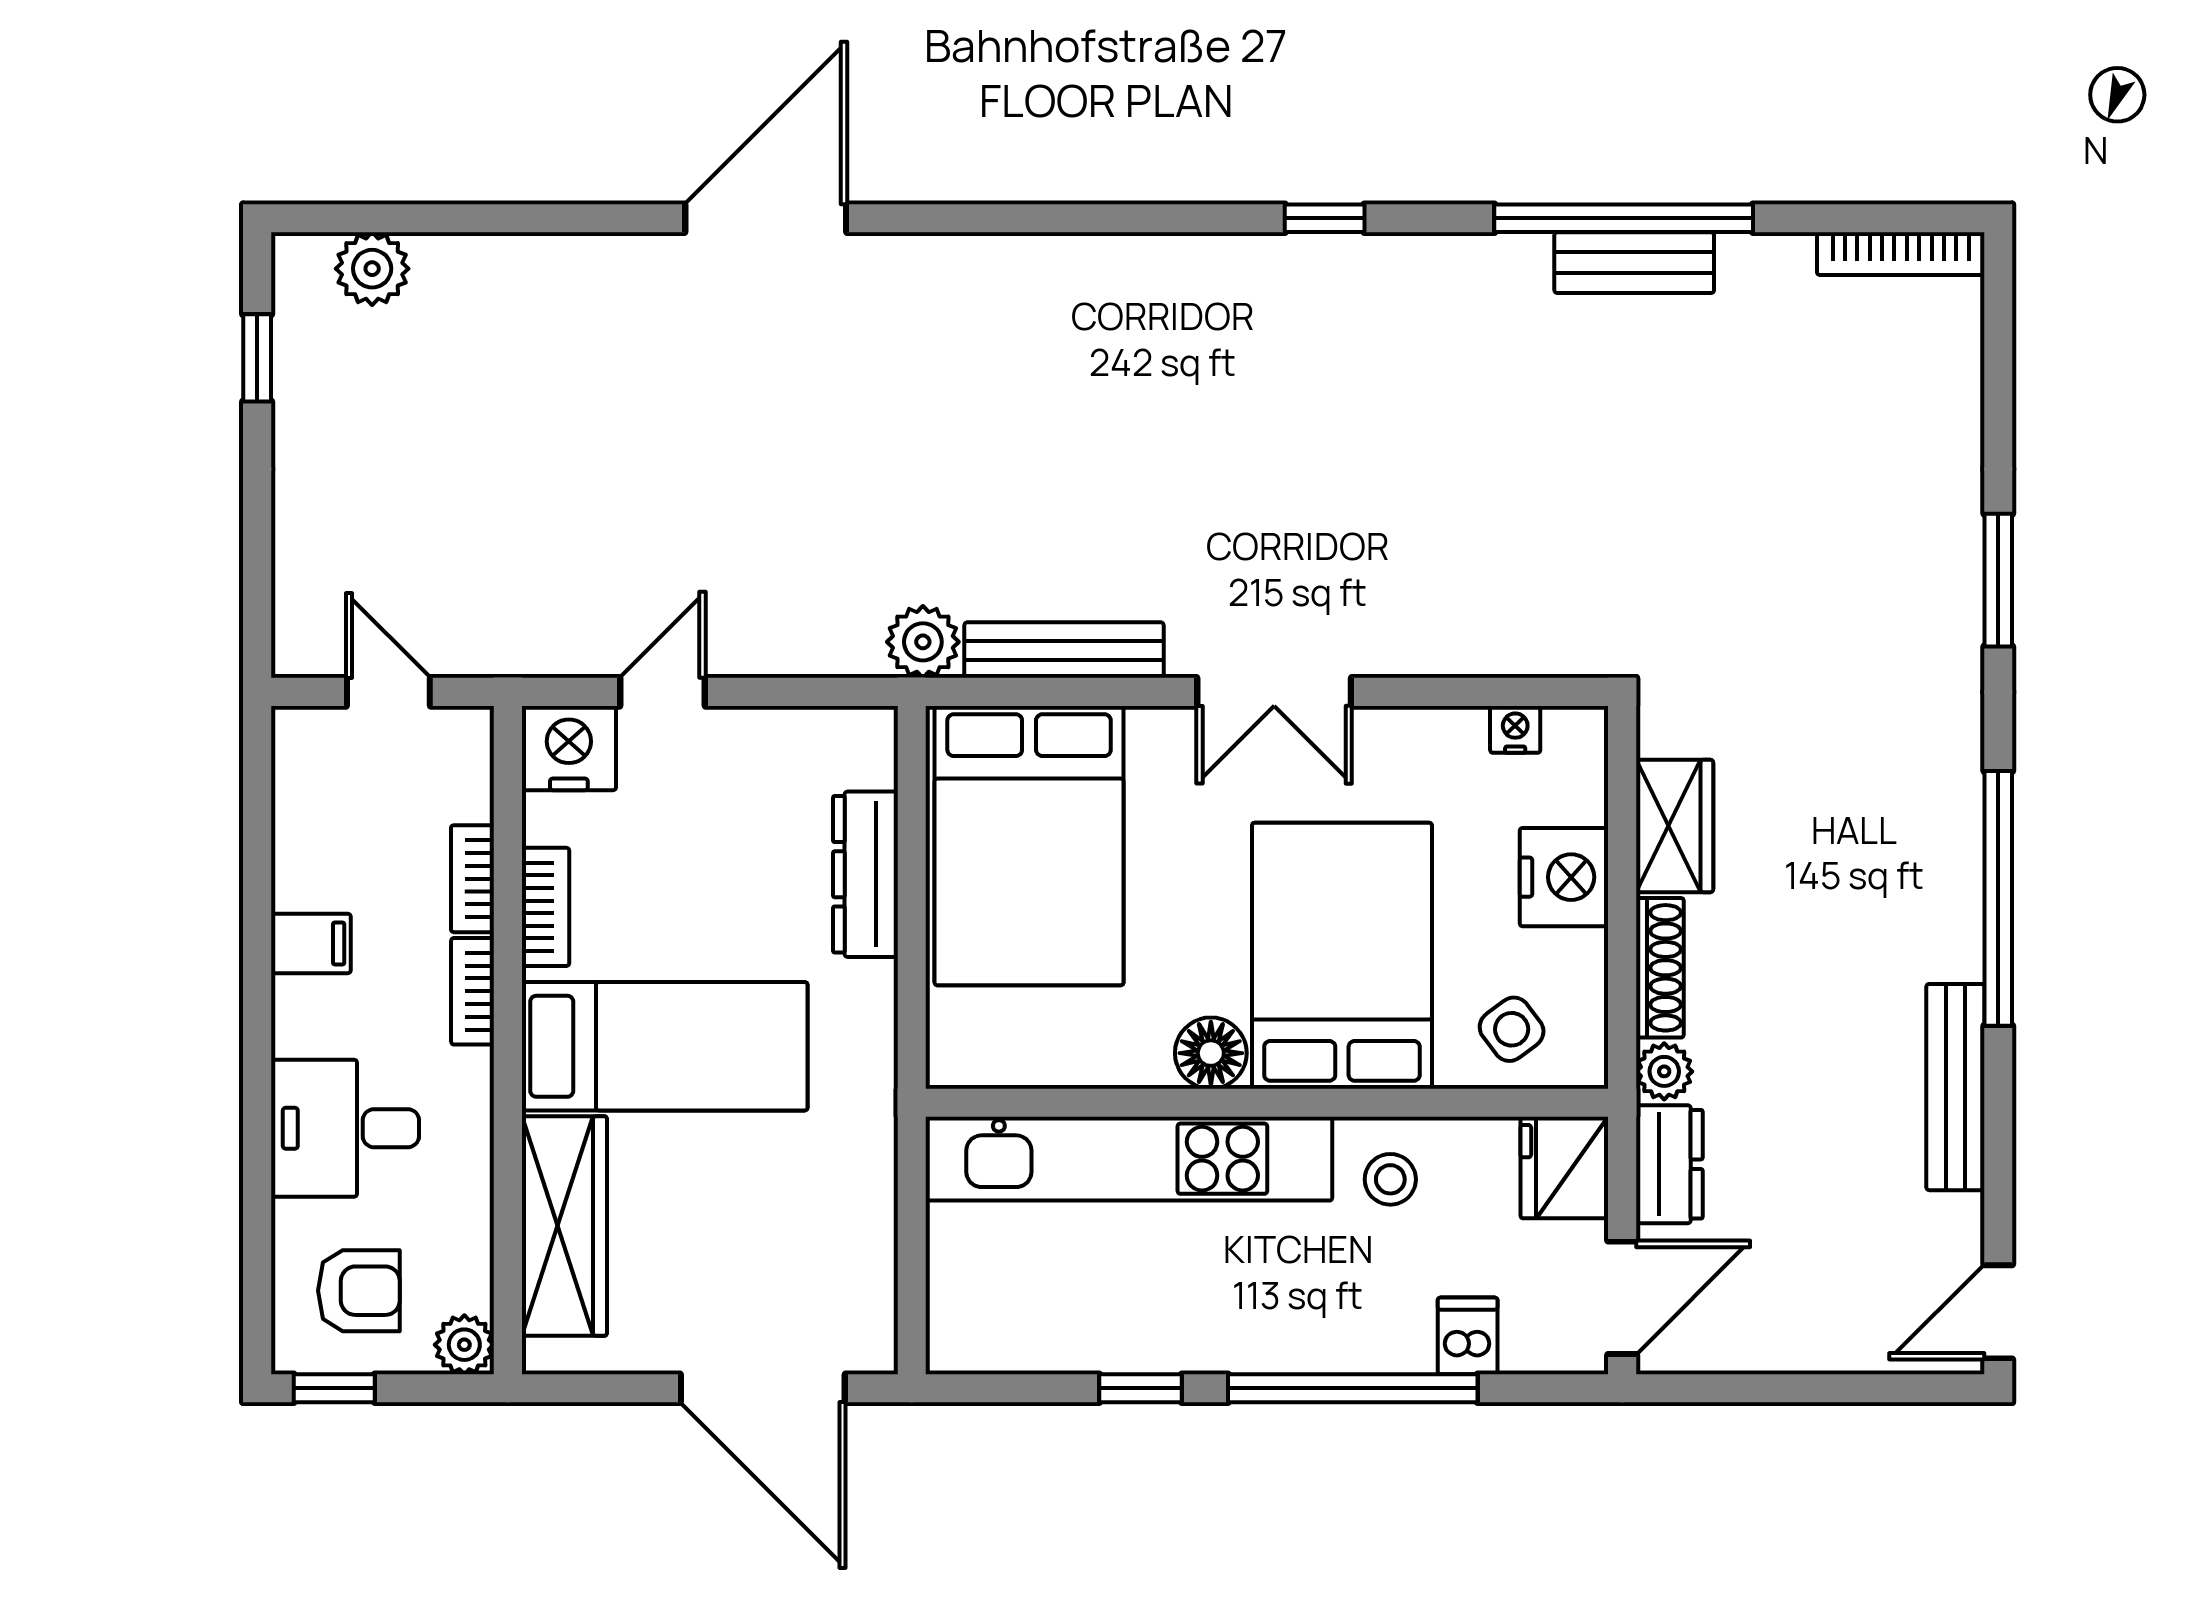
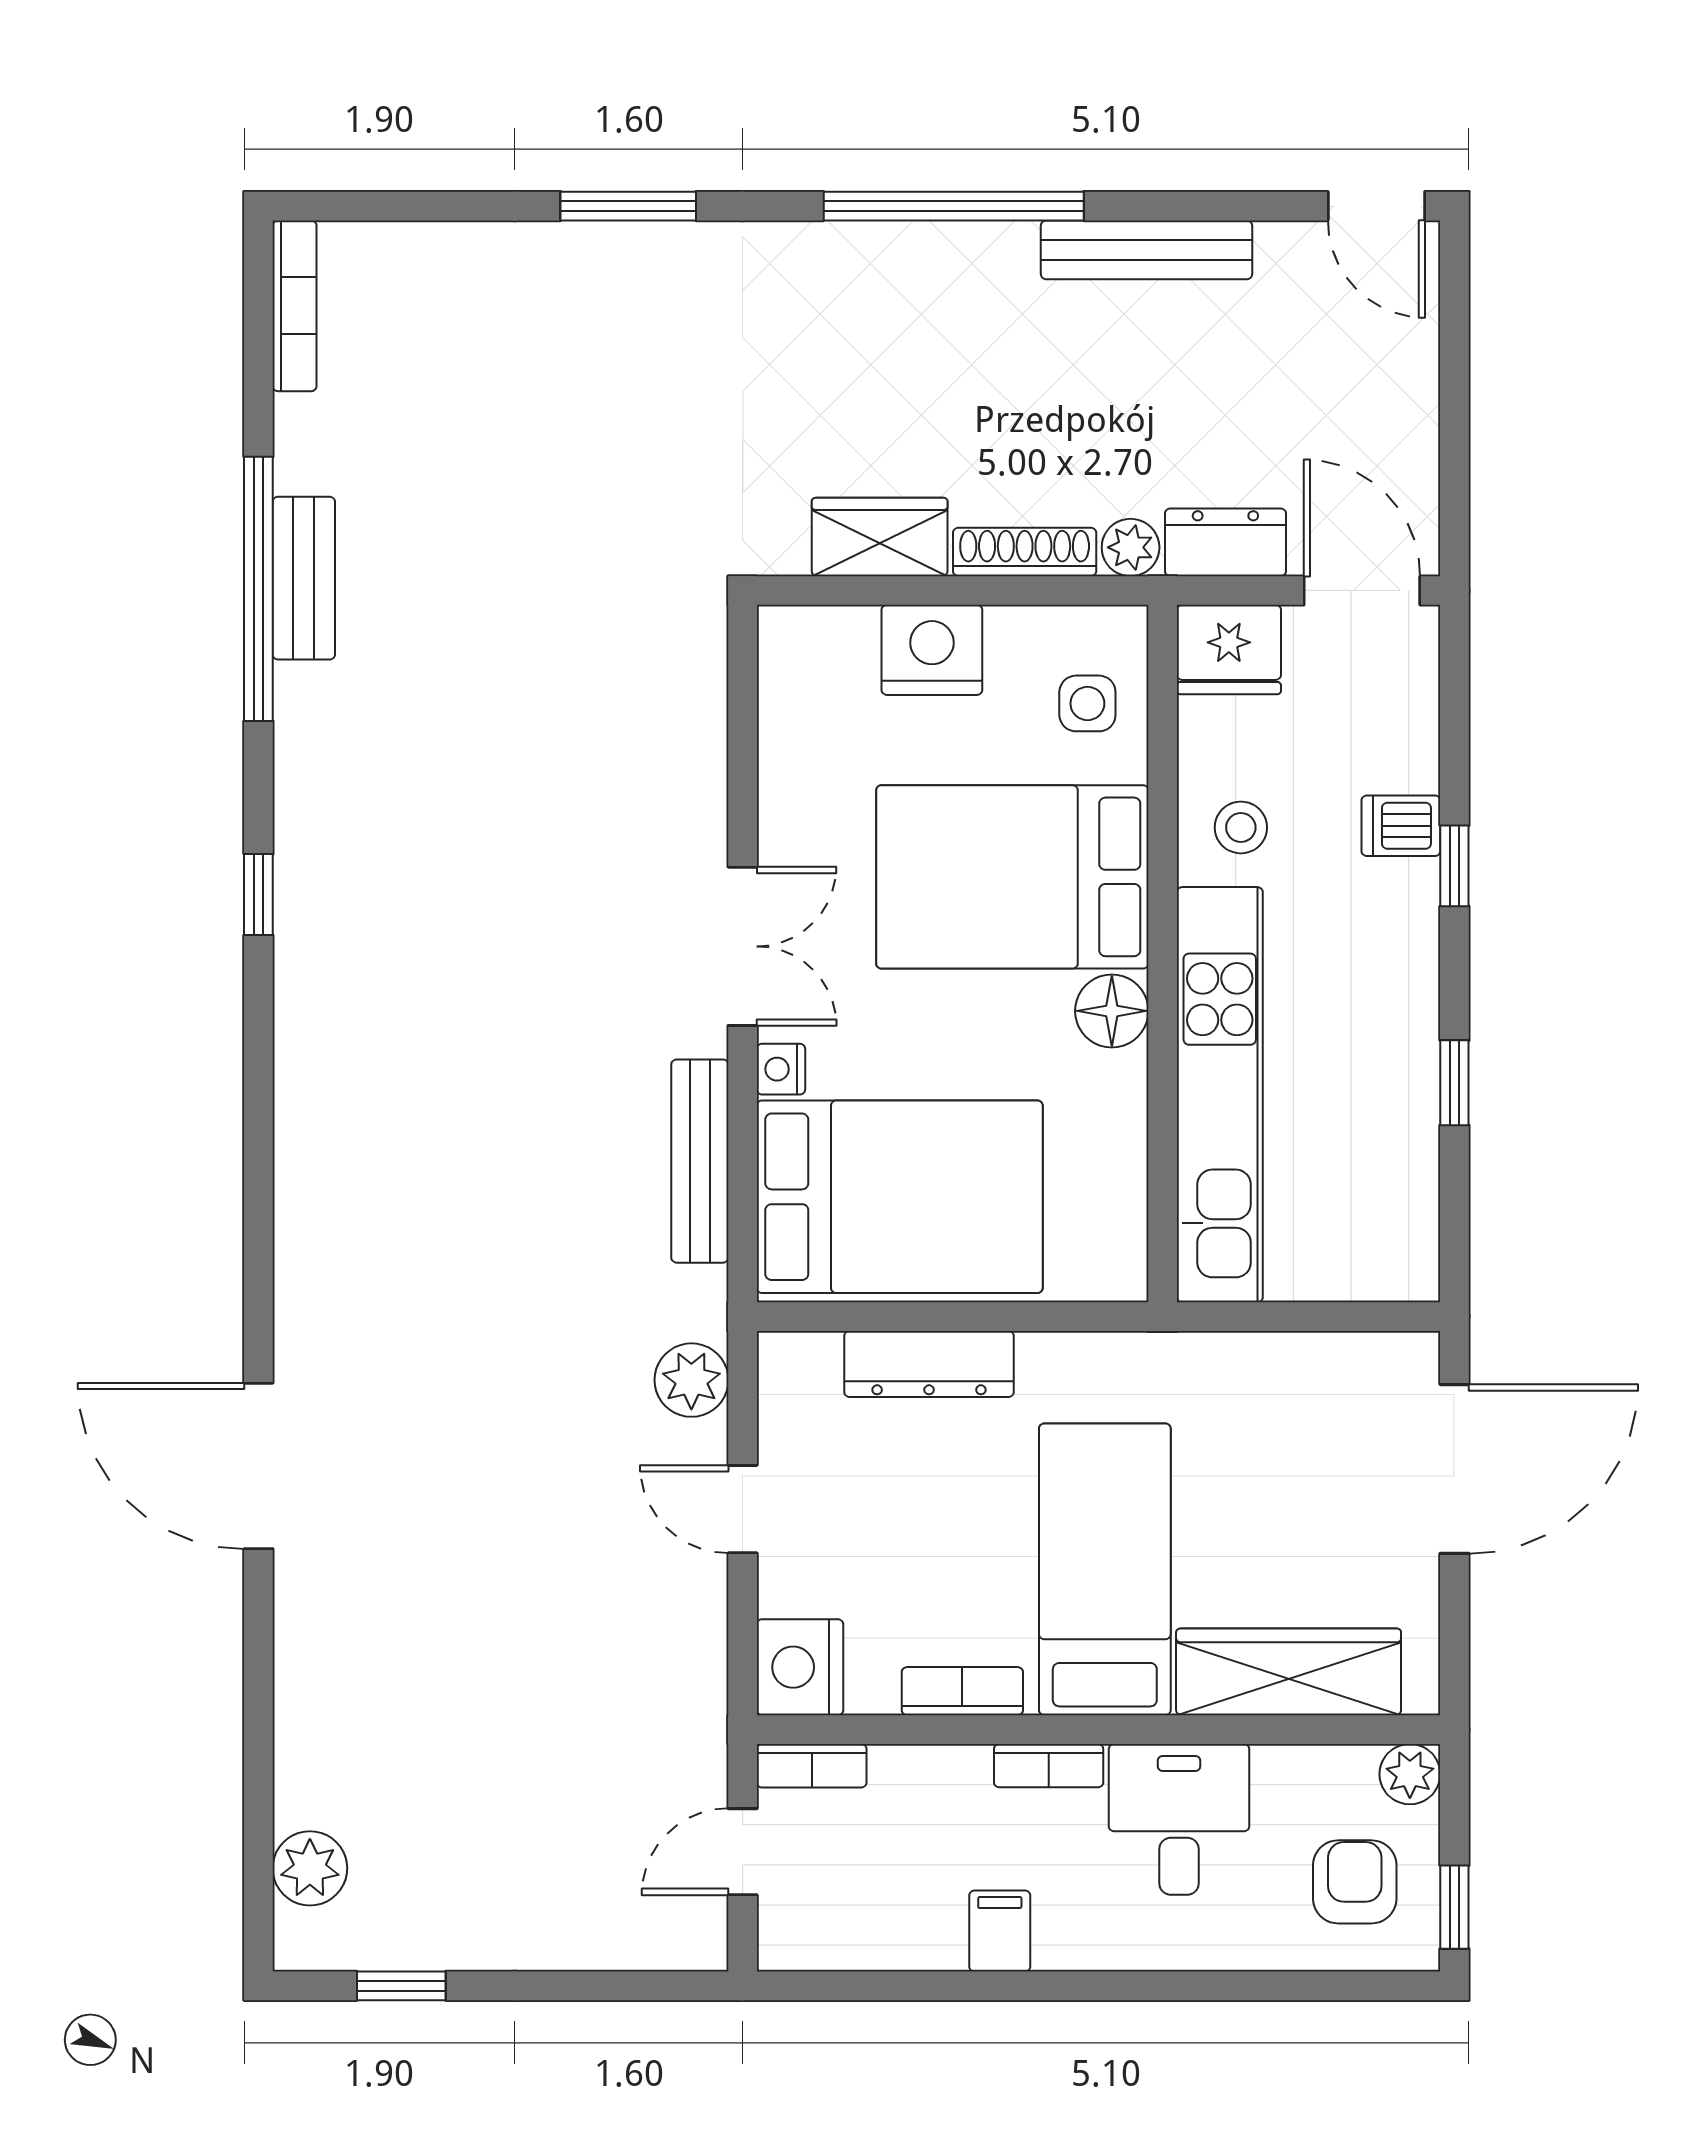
plant: (923, 642) -> (691, 1380), moved
door: (662, 692) -> (743, 1509), moved
nightstand: (1515, 729) -> (781, 1069), moved
bookcase: (473, 879) -> (812, 1766), moved
side table: (1512, 1029) -> (1087, 703), turned 37
desk: (345, 1128) -> (1179, 1819), moved, turned 180
dishwasher: (1468, 1336) -> (1401, 826), moved
window: (1353, 1388) -> (1454, 866), width x0.32

